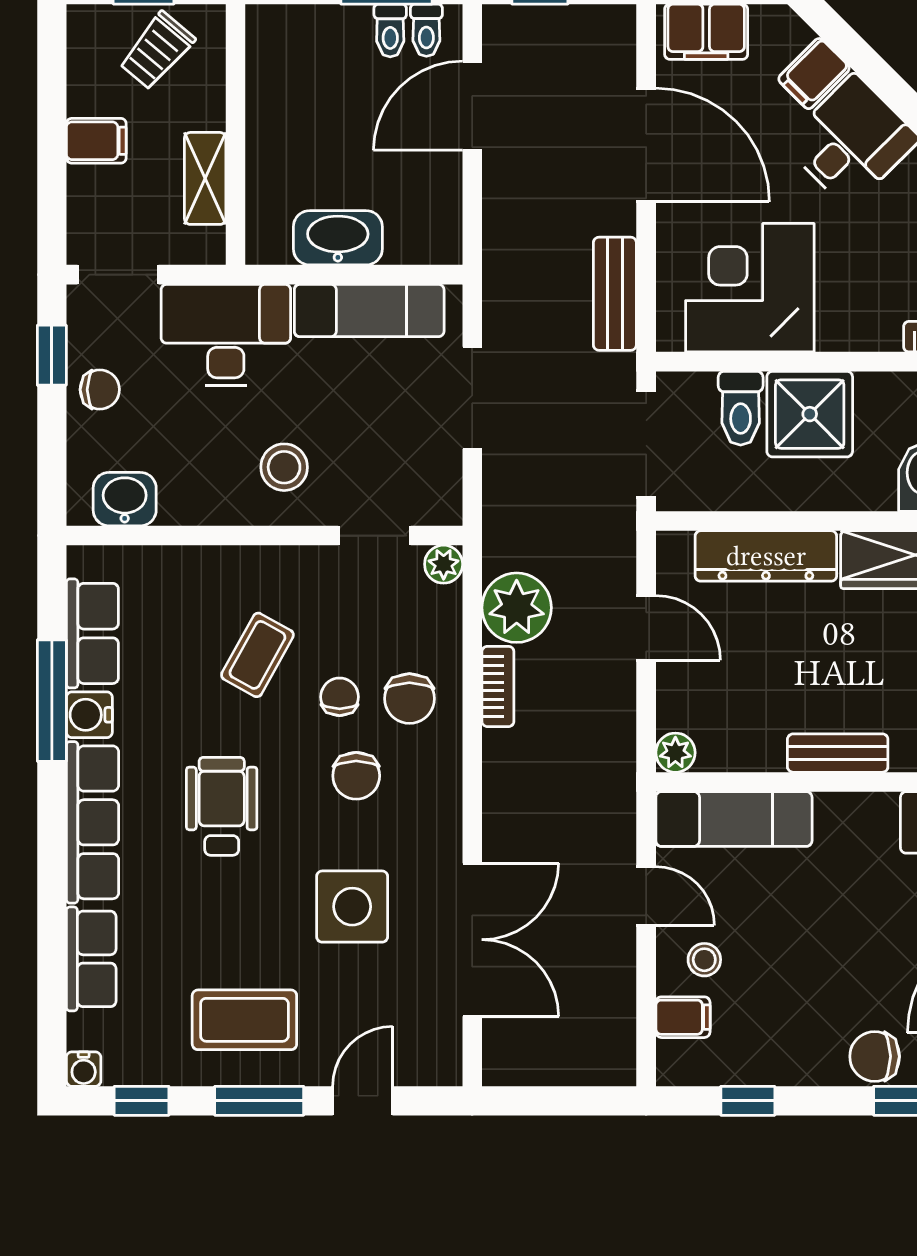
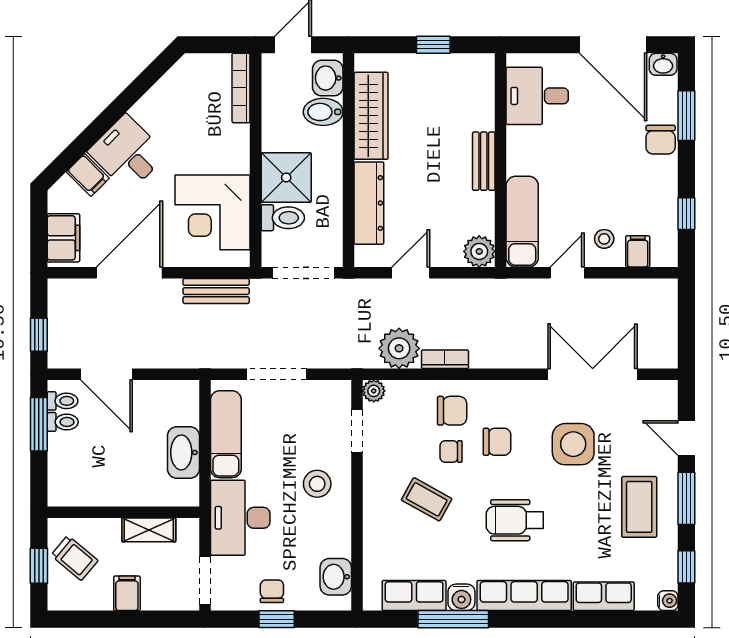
window: (52, 355) -> (277, 619), moved
plant: (675, 753) -> (479, 251), width x1.38, depth x1.38

